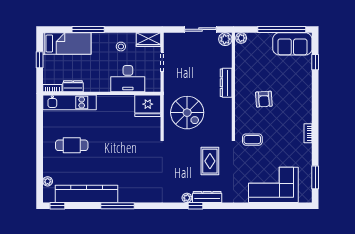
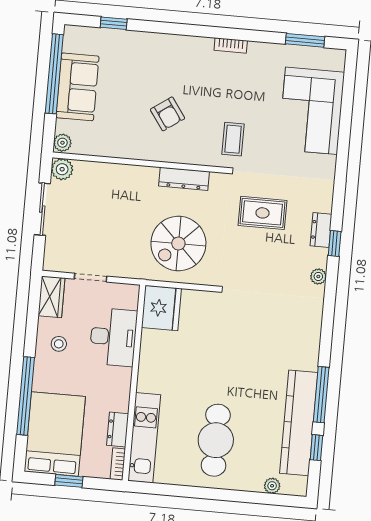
window: (88, 29) -> (26, 396), width x1.46
bed: (67, 43) -> (55, 434), width x1.50
sofa: (292, 44) -> (77, 87), moved
dresser: (226, 83) -> (184, 179), moved
armchair: (264, 99) -> (168, 114), turned 59
spiral stairs: (187, 113) -> (178, 243), turned 180
cafe table: (72, 145) -> (216, 440), width x1.37, depth x1.35
dresser: (207, 197) -> (321, 230), width x0.70
plant: (187, 198) -> (318, 276), moved
window: (57, 206) -> (316, 448), moved
window: (118, 206) -> (321, 395), moved

